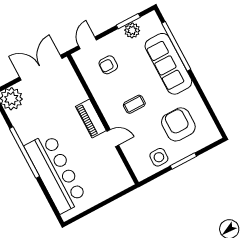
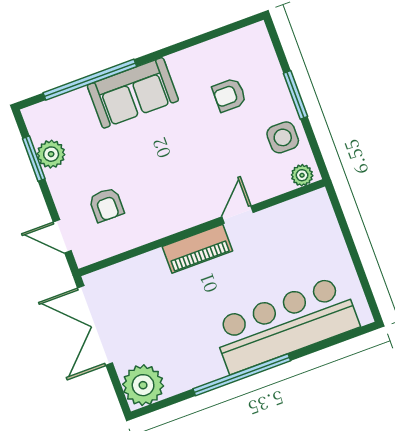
sofa: (168, 64) -> (133, 93), width x0.73
coffee table: (134, 104) -> (183, 168), removed
armchair: (178, 124) -> (229, 95), width x0.53, depth x0.53
plant: (139, 171) -> (302, 175), added

